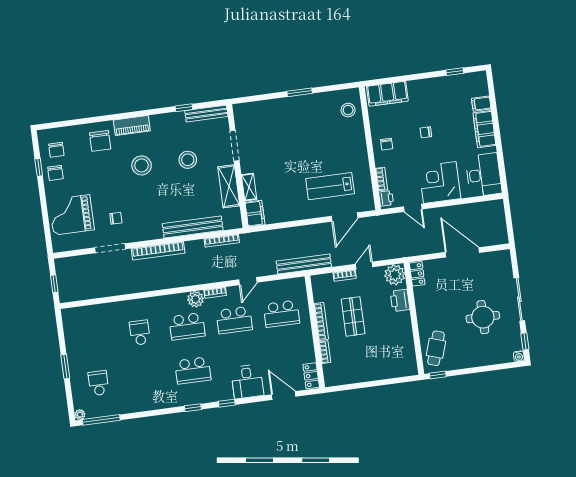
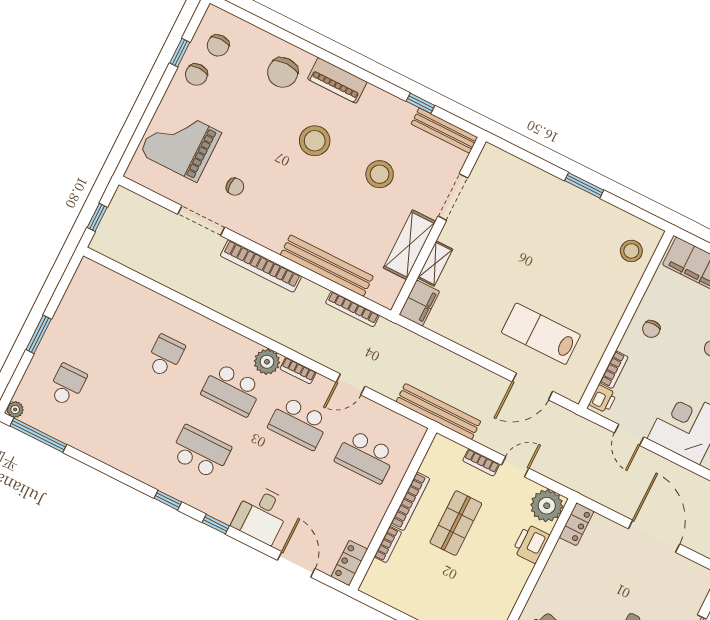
school desk: (193, 370) -> (201, 452), turned 180

